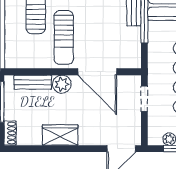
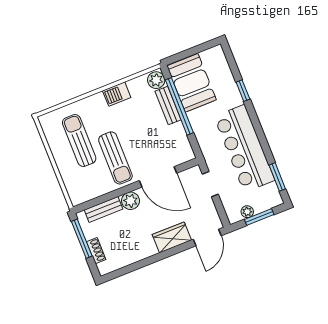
shoe rack: (10, 133) -> (96, 251), moved
wardrobe: (60, 135) -> (172, 237), moved

